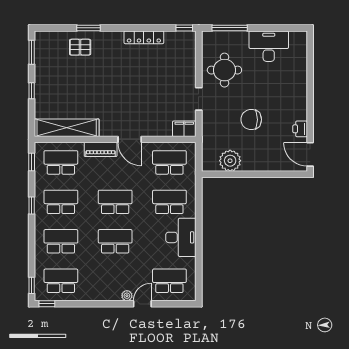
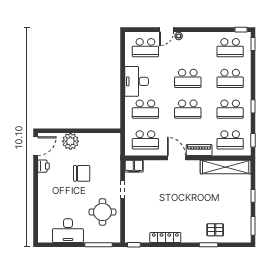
door: (310, 154) -> (36, 146), hinge flipped
plant: (230, 161) -> (70, 141), moved

